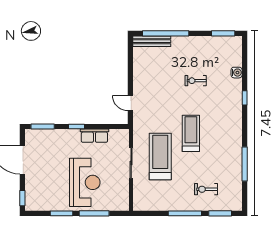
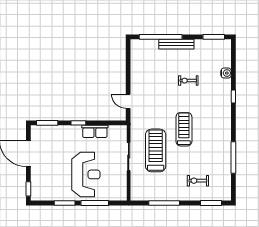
bench: (152, 41) -> (176, 44), moved
window: (185, 213) -> (164, 203), moved

